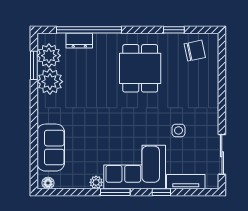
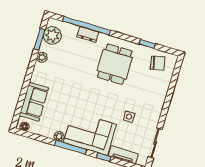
dresser: (79, 41) -> (88, 34), moved
plant: (50, 82) -> (42, 57), width x0.53, depth x0.53
window: (115, 192) -> (71, 147), width x1.44

